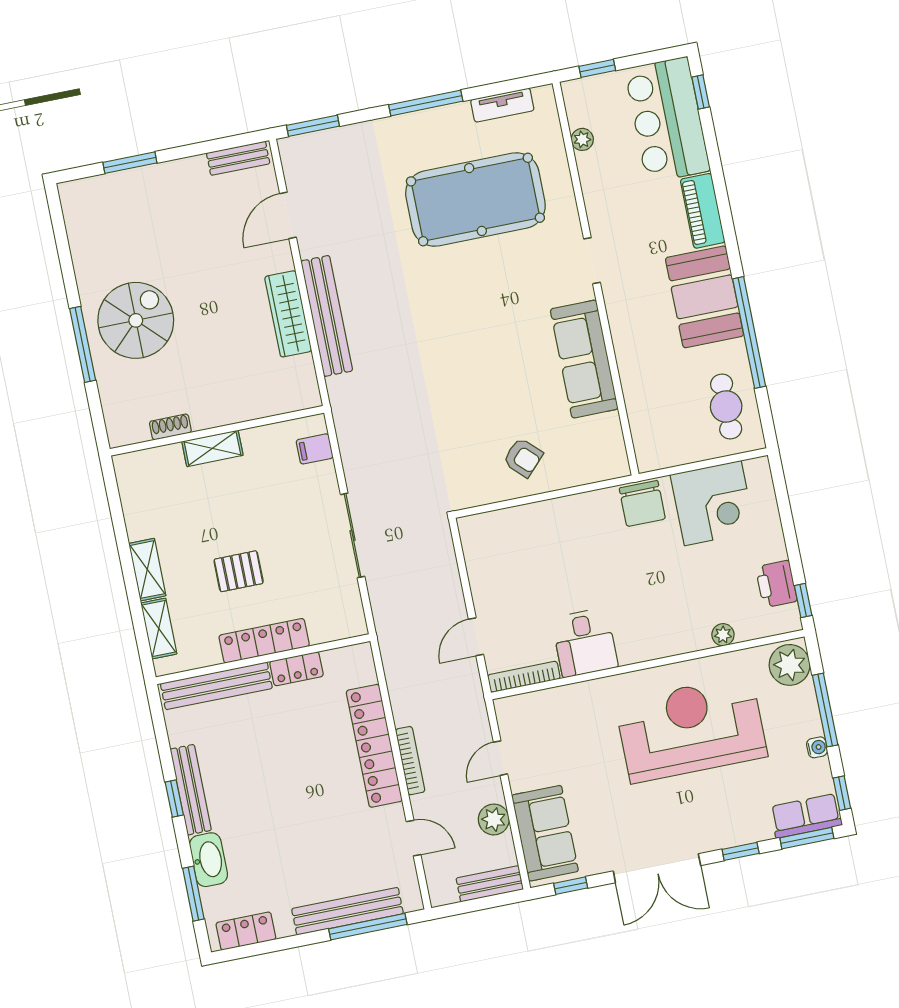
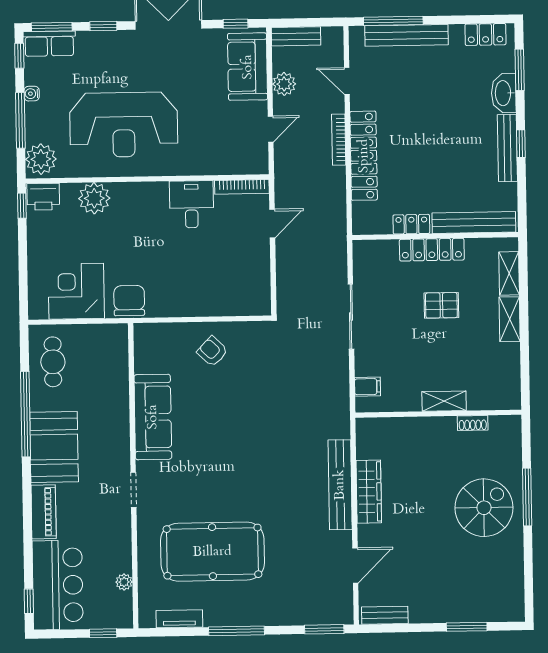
spiral stairs: (136, 320) -> (484, 508), turned 180
printer: (776, 584) -> (43, 197), moved, turned 90
plant: (723, 635) -> (94, 198), width x1.88, depth x1.88

